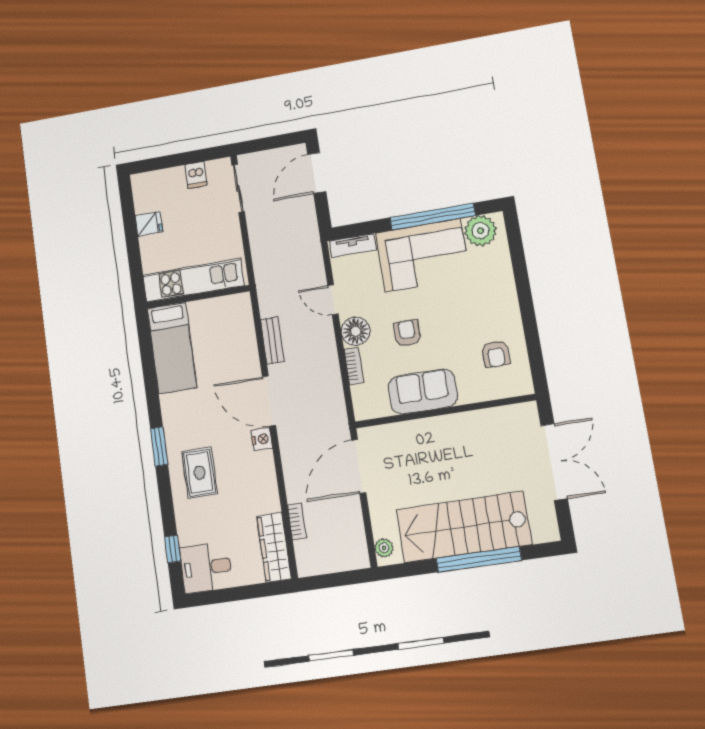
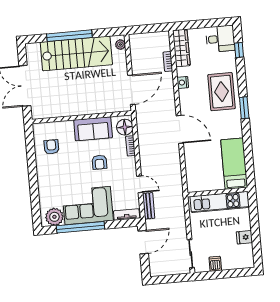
door: (317, 173) -> (143, 242), moved
floor lamp: (356, 331) -> (125, 127), moved
bench: (272, 340) -> (149, 206), moved
nightstand: (262, 439) -> (183, 82), moved
rug: (200, 473) -> (222, 92), width x1.36, depth x1.43

